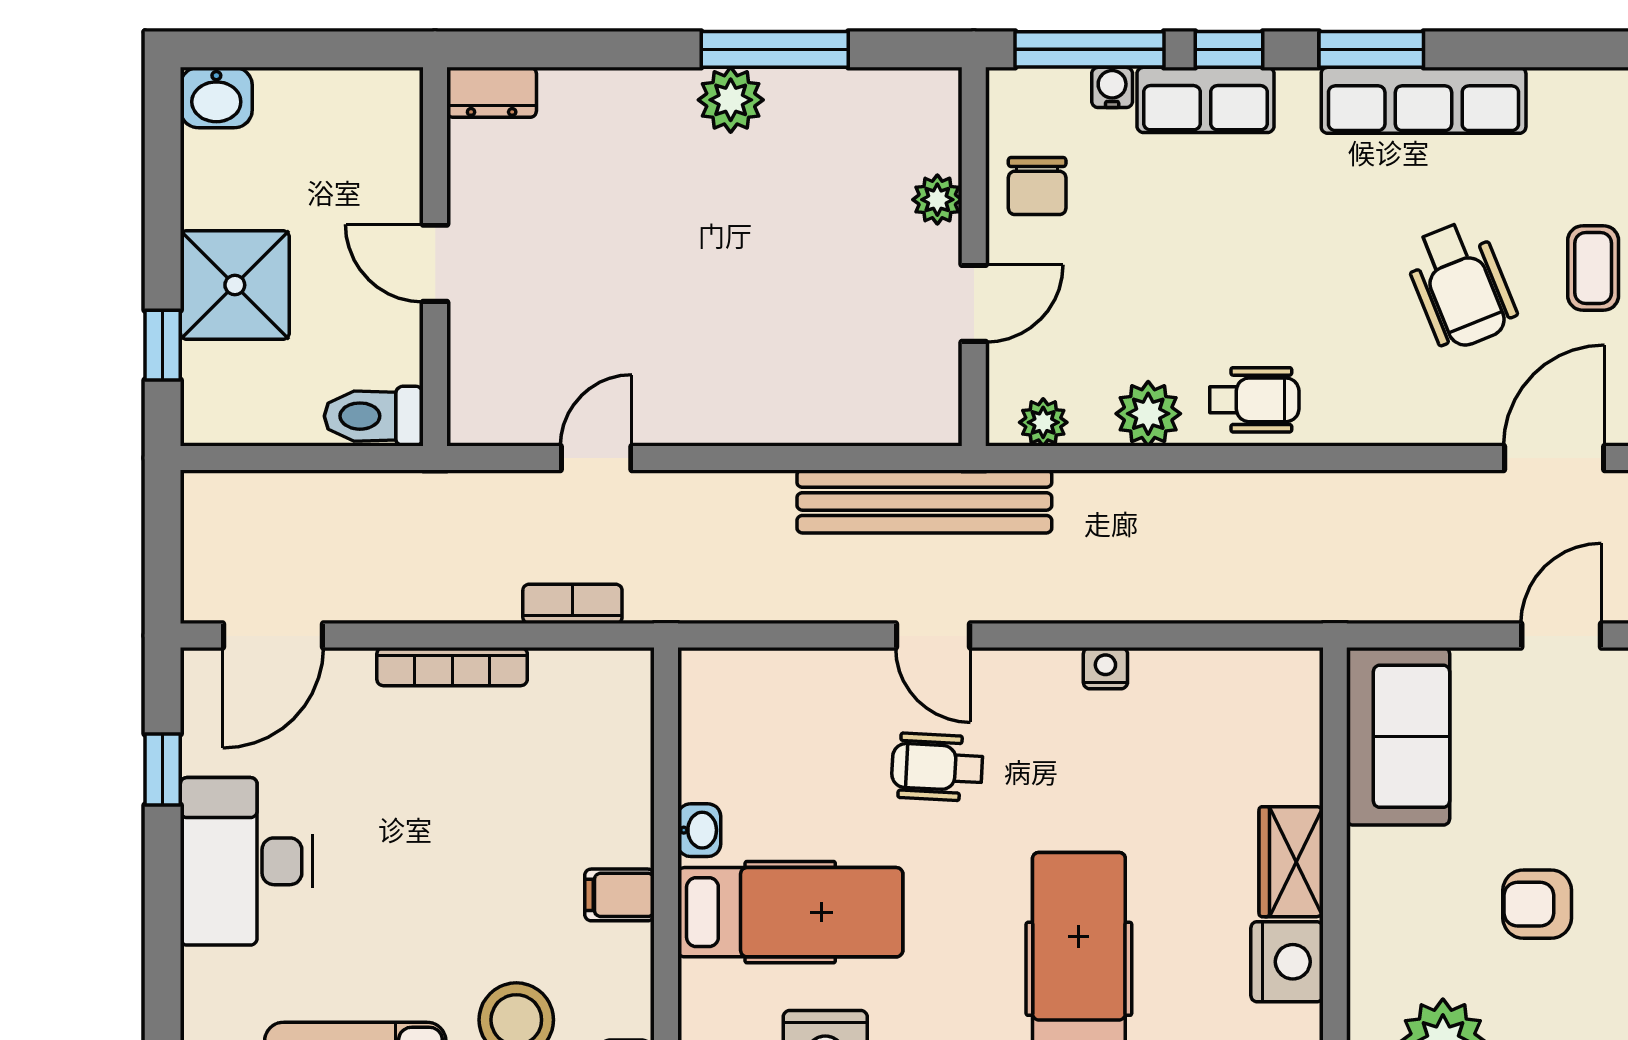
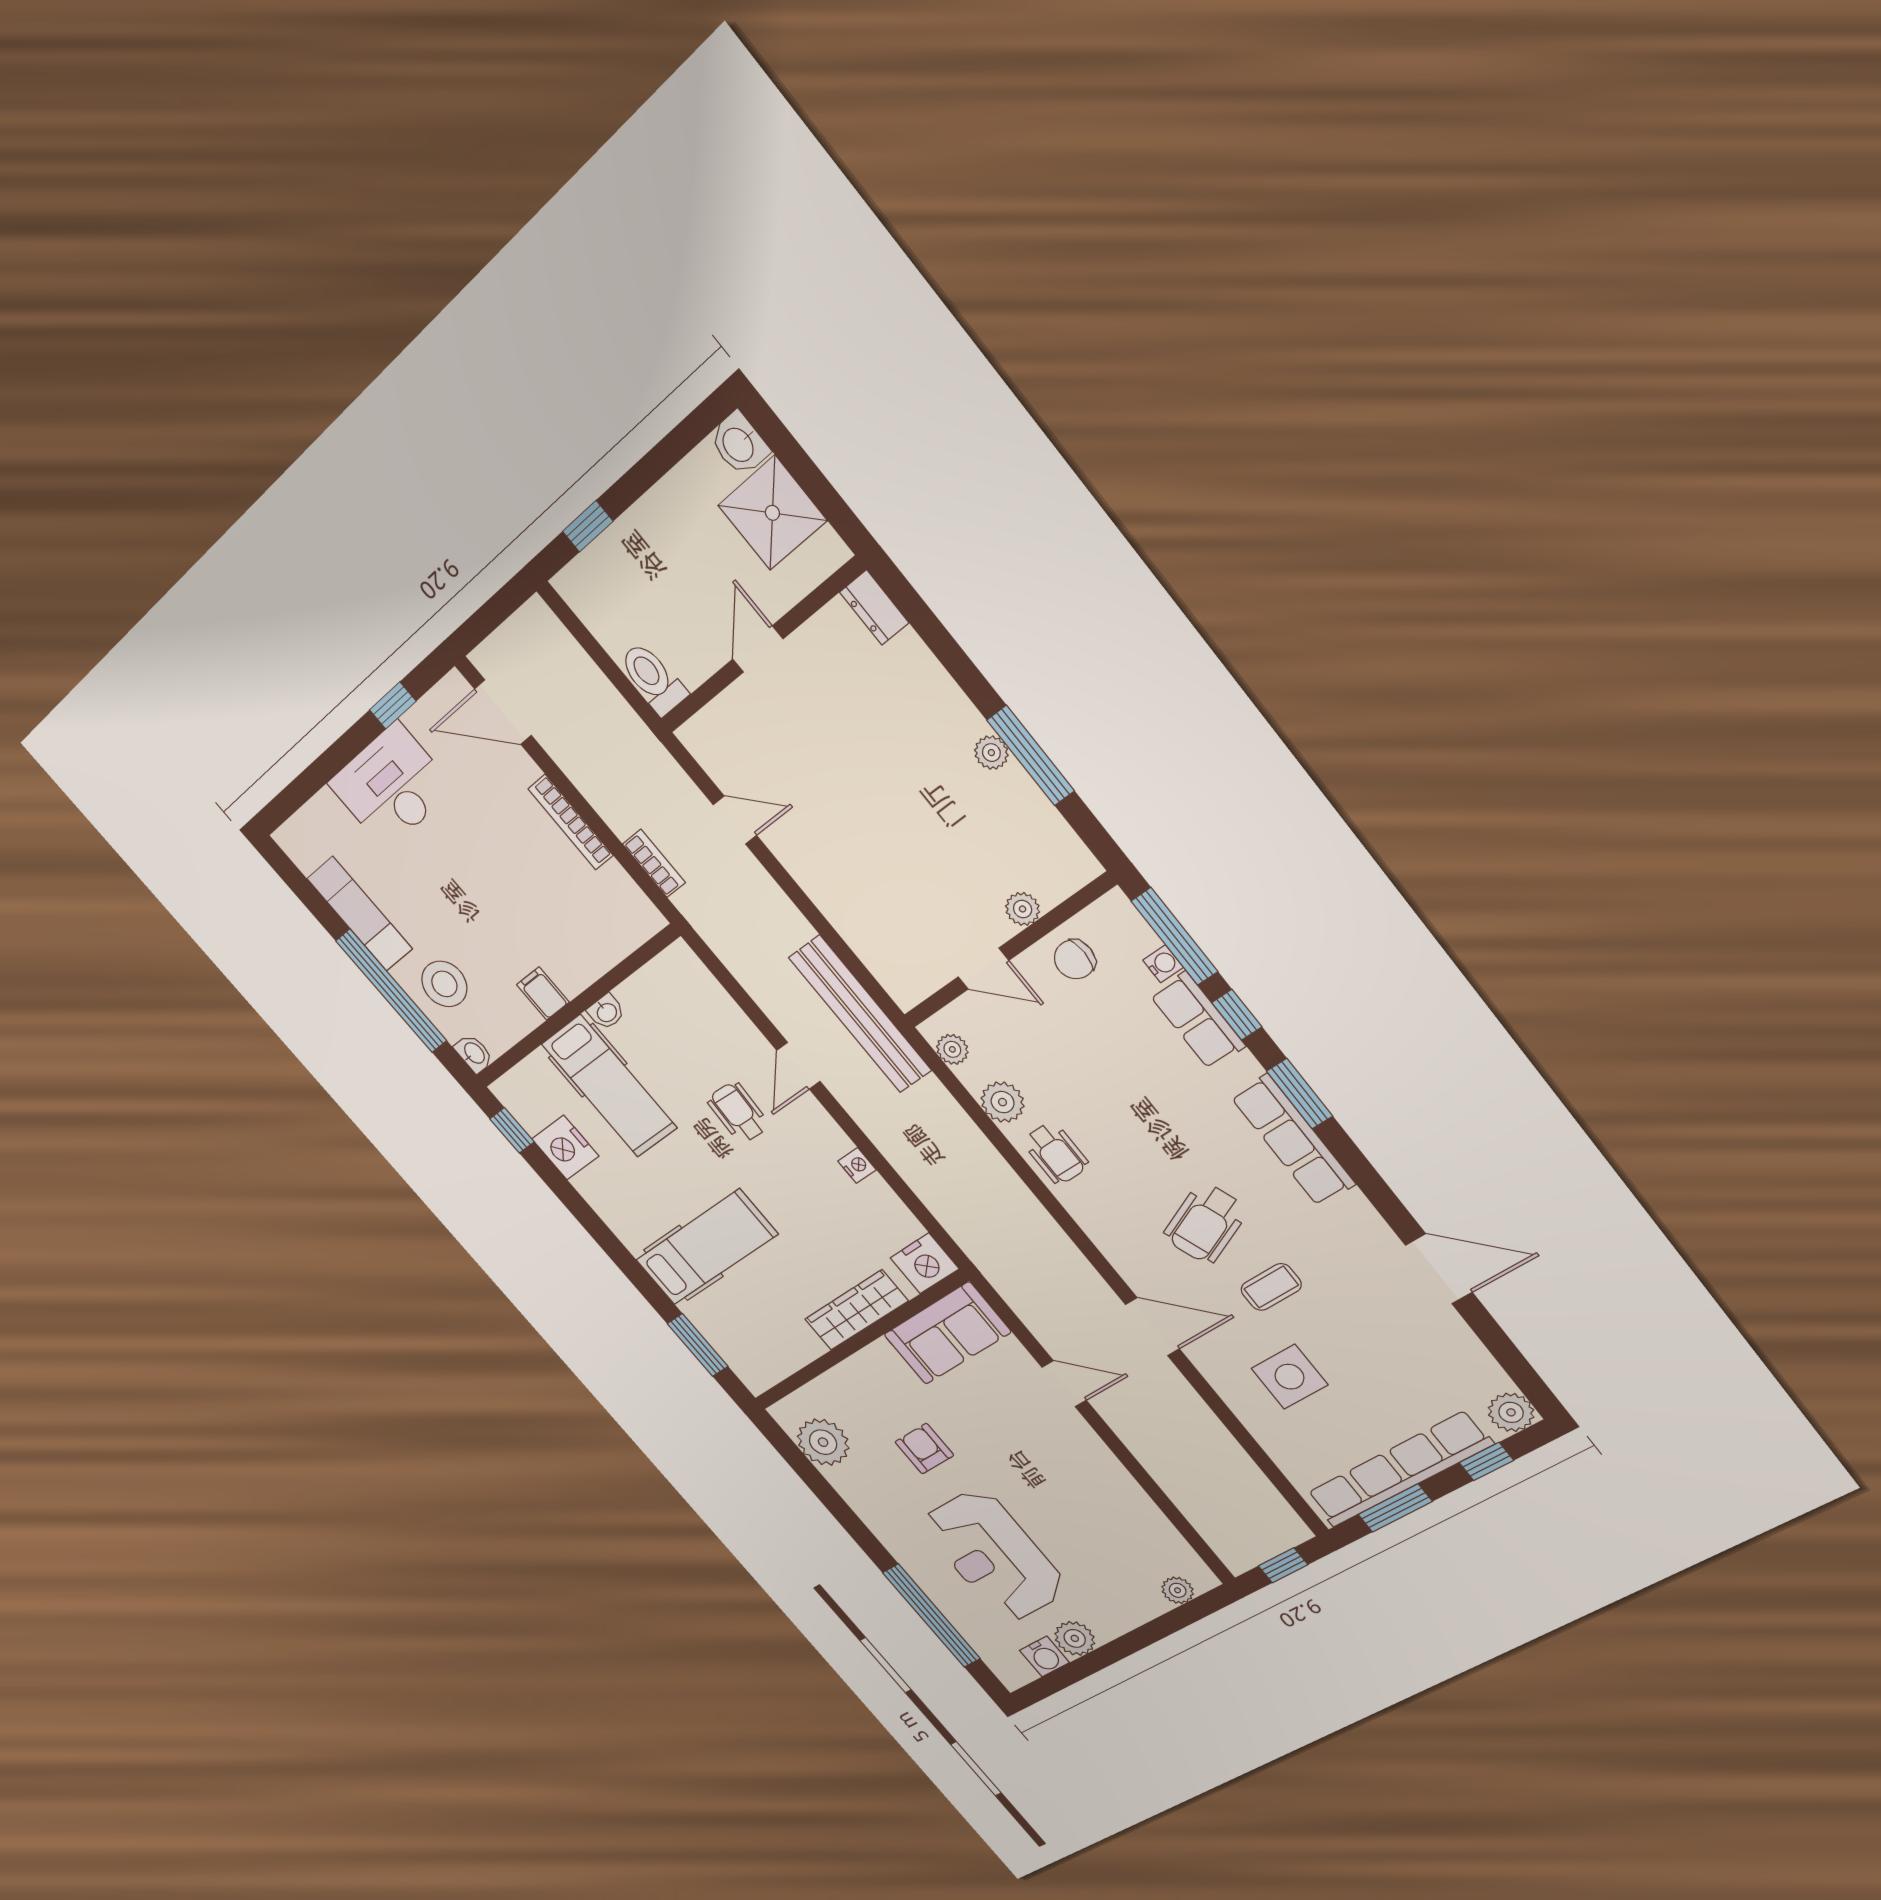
plant: (731, 100) -> (991, 753), width x0.73, depth x0.73
shower: (235, 285) -> (772, 513), moved
wardrobe: (1291, 862) -> (856, 1310), width x1.50
nightstand: (1287, 962) -> (925, 1263), moved

